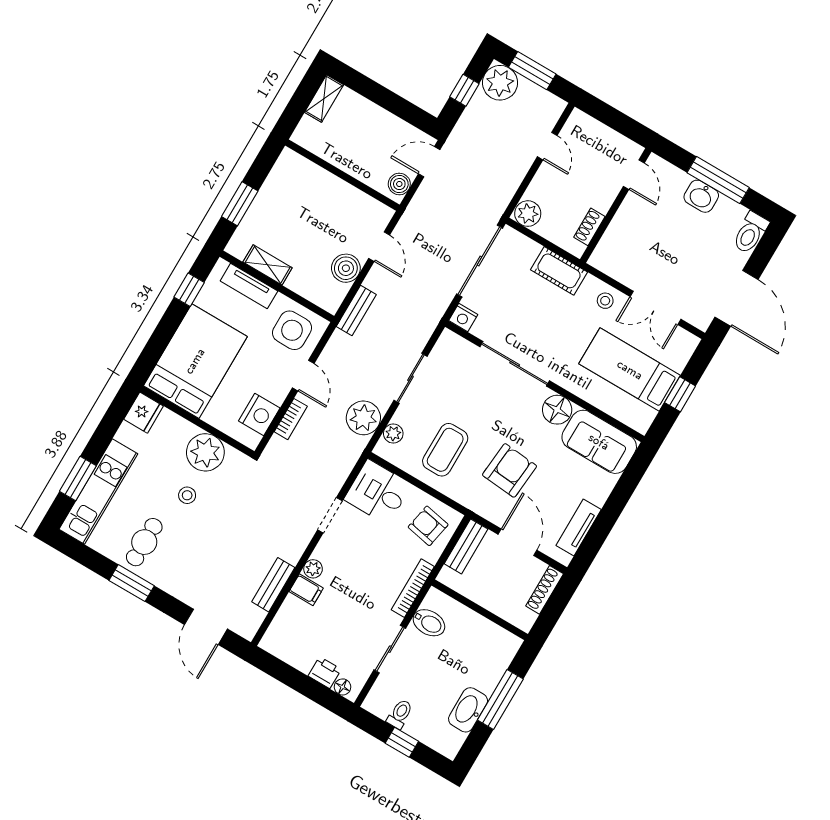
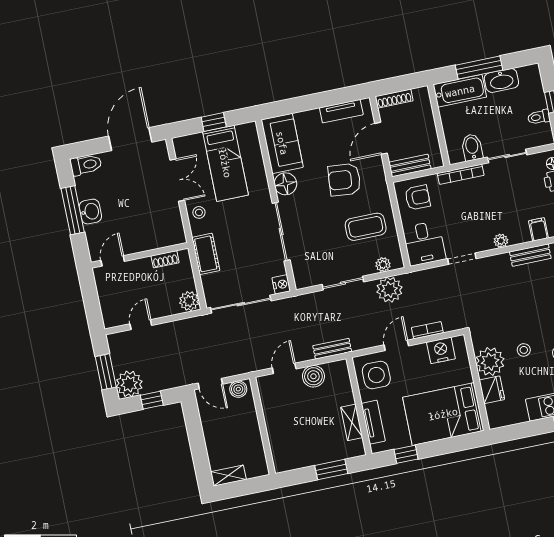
fridge: (144, 413) -> (492, 390), moved, turned 90
armchair: (428, 526) -> (417, 197), turned -101
filing cabinet: (306, 590) -> (538, 229), moved
bathtub: (494, 660) -> (460, 91), added

